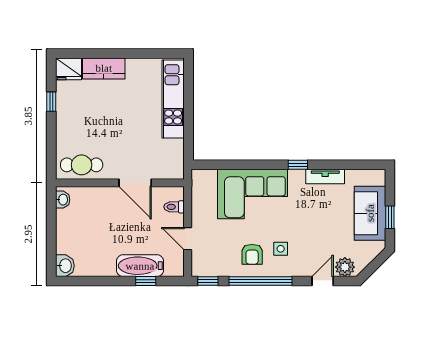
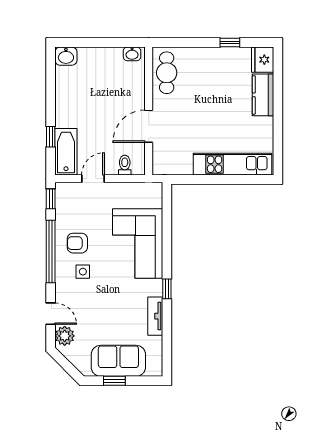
bathtub: (140, 266) -> (66, 152), moved

